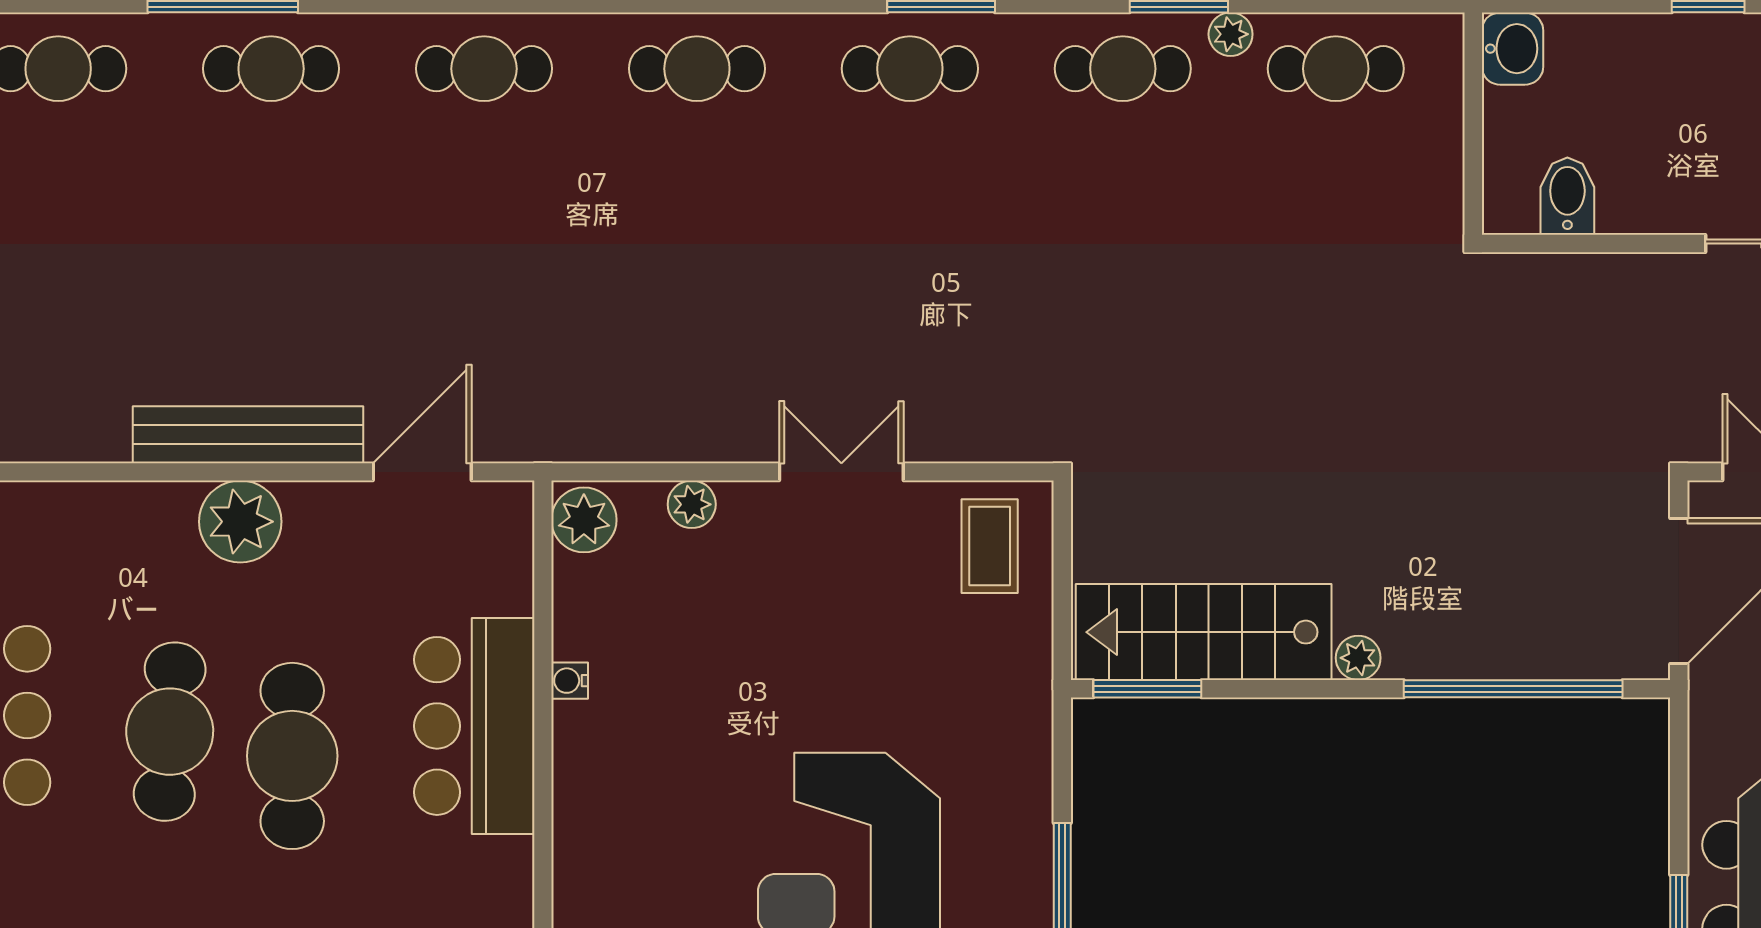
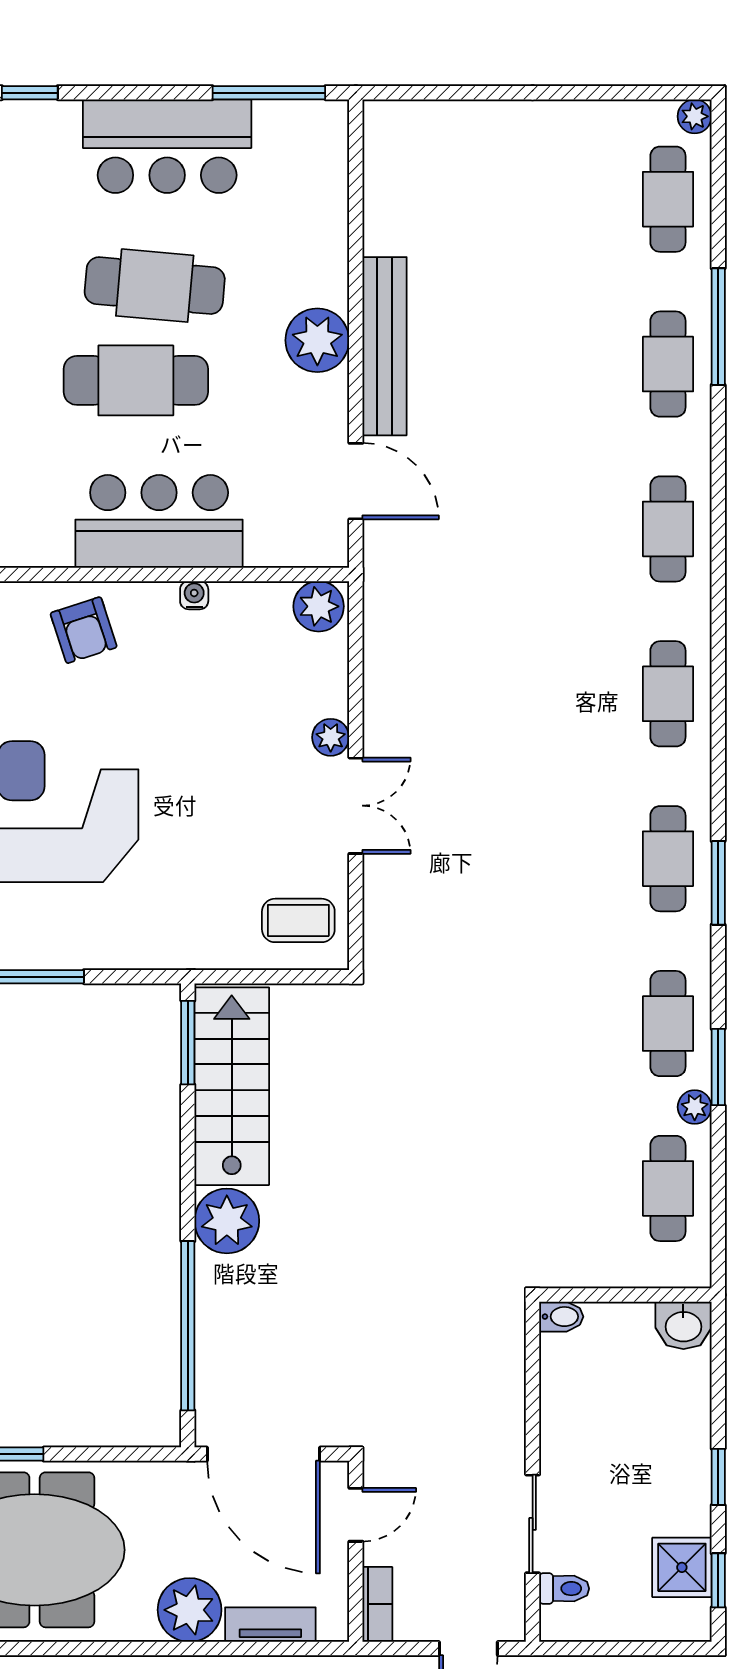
bidet: (1567, 196) -> (561, 1317), moved, width x0.72, depth x0.74
plant: (692, 504) -> (331, 737), moved
plant: (1358, 658) -> (227, 1221), width x1.87, depth x1.87
armchair: (615, 823) -> (84, 630), added

